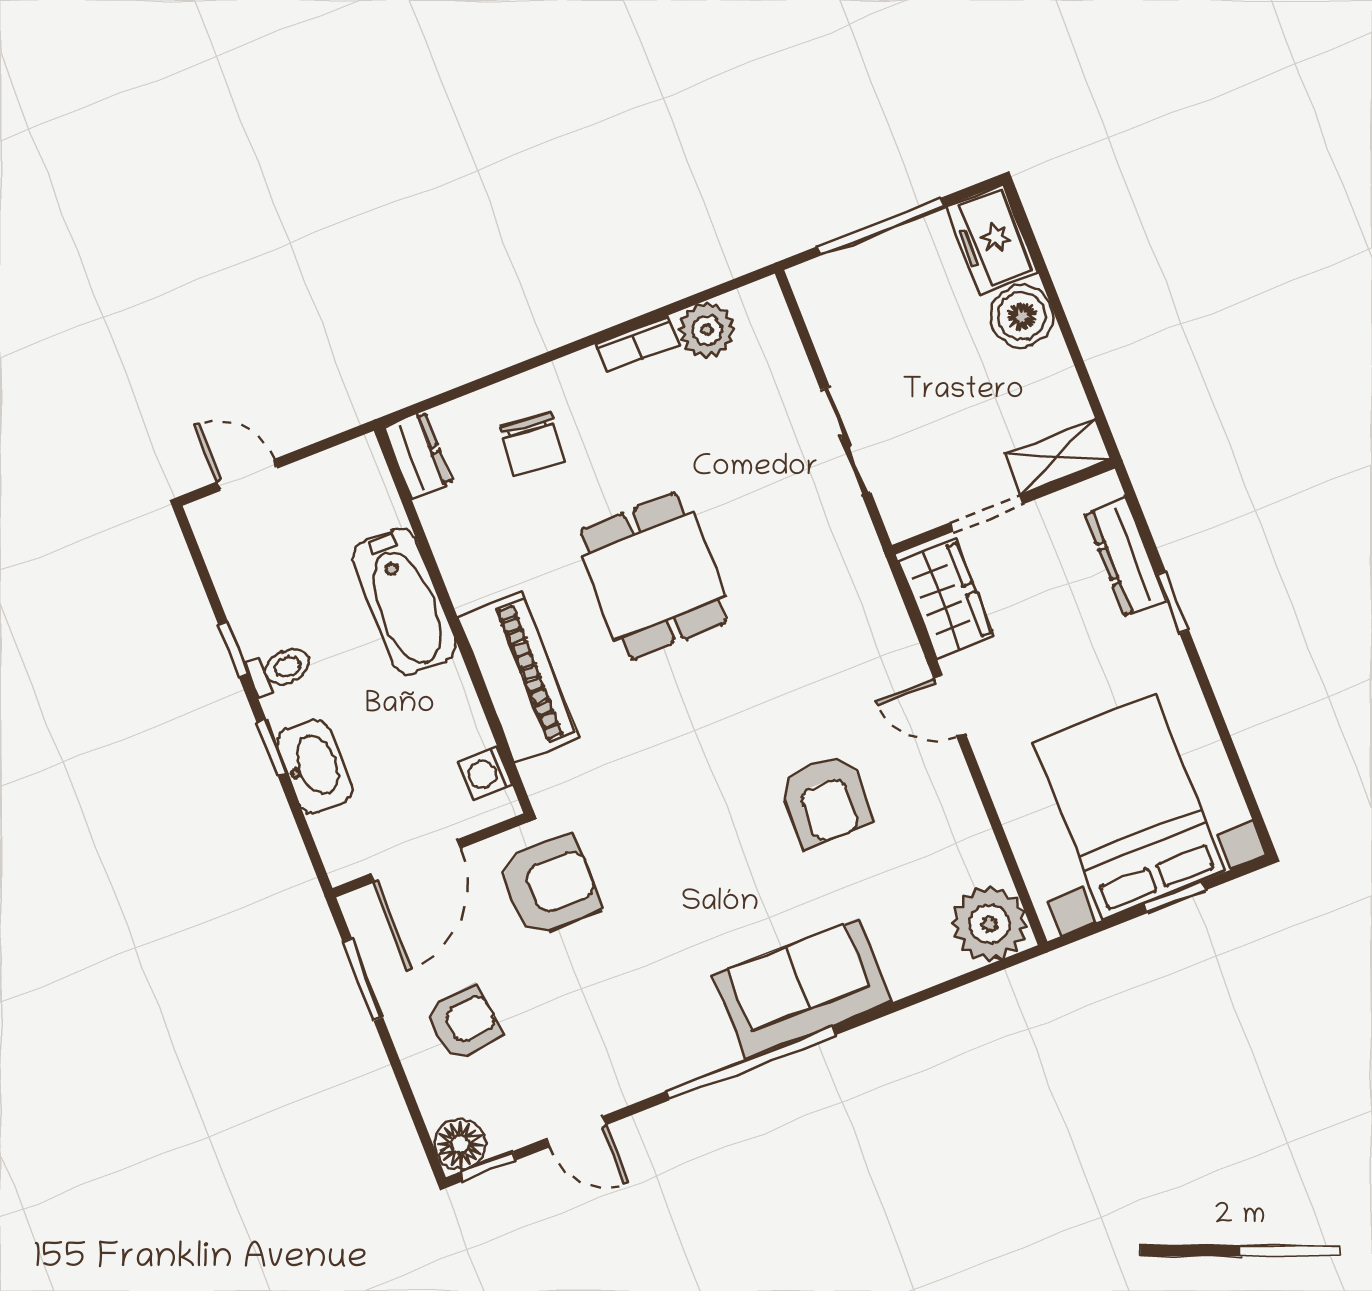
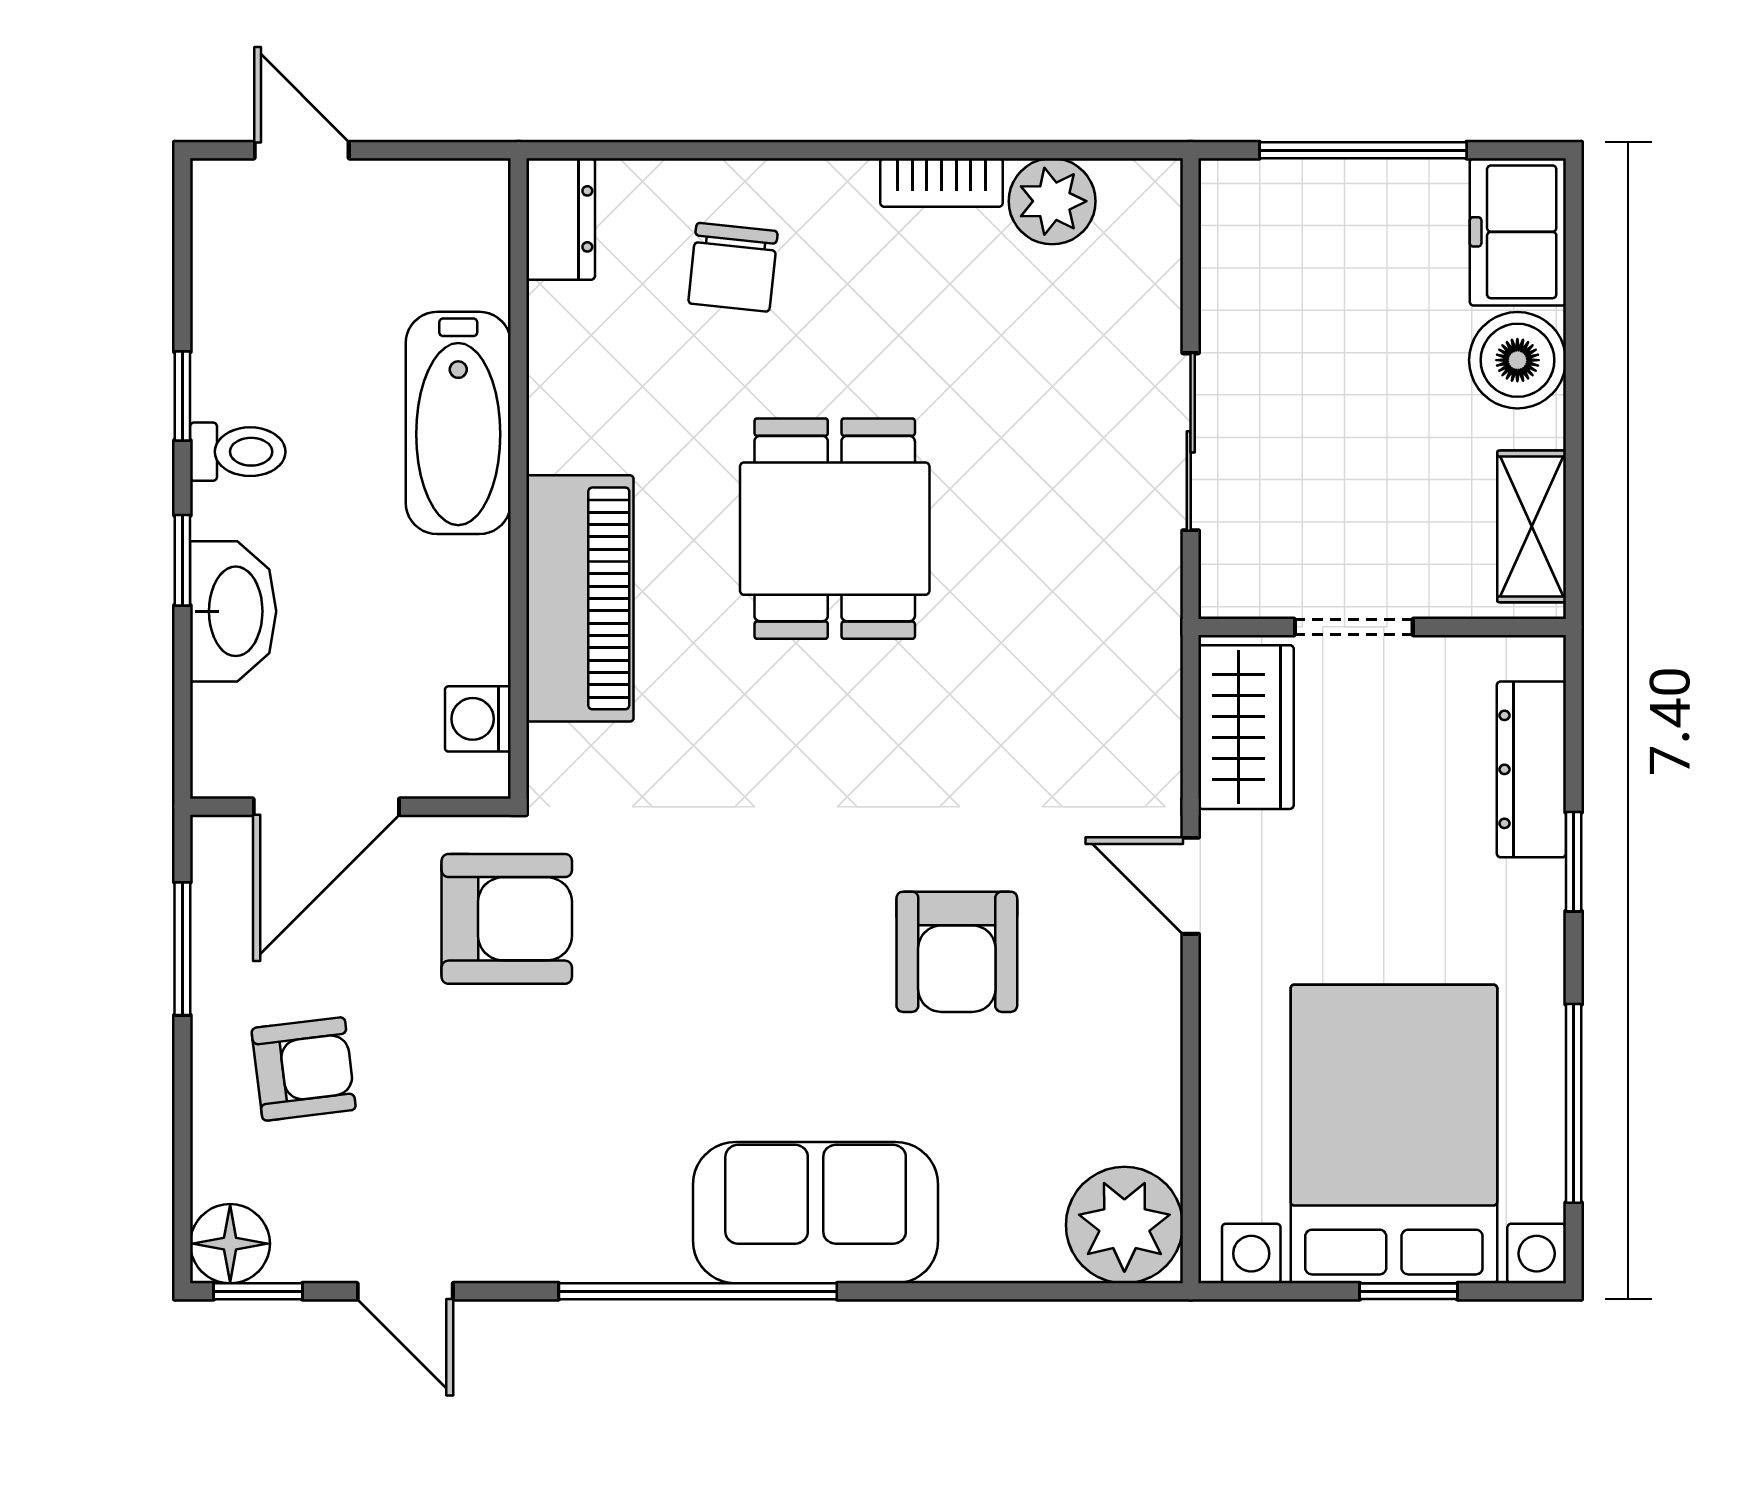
shelving: (1058, 457) -> (1532, 526), moved, turned 90
window: (1229, 746) -> (1574, 1103), added

